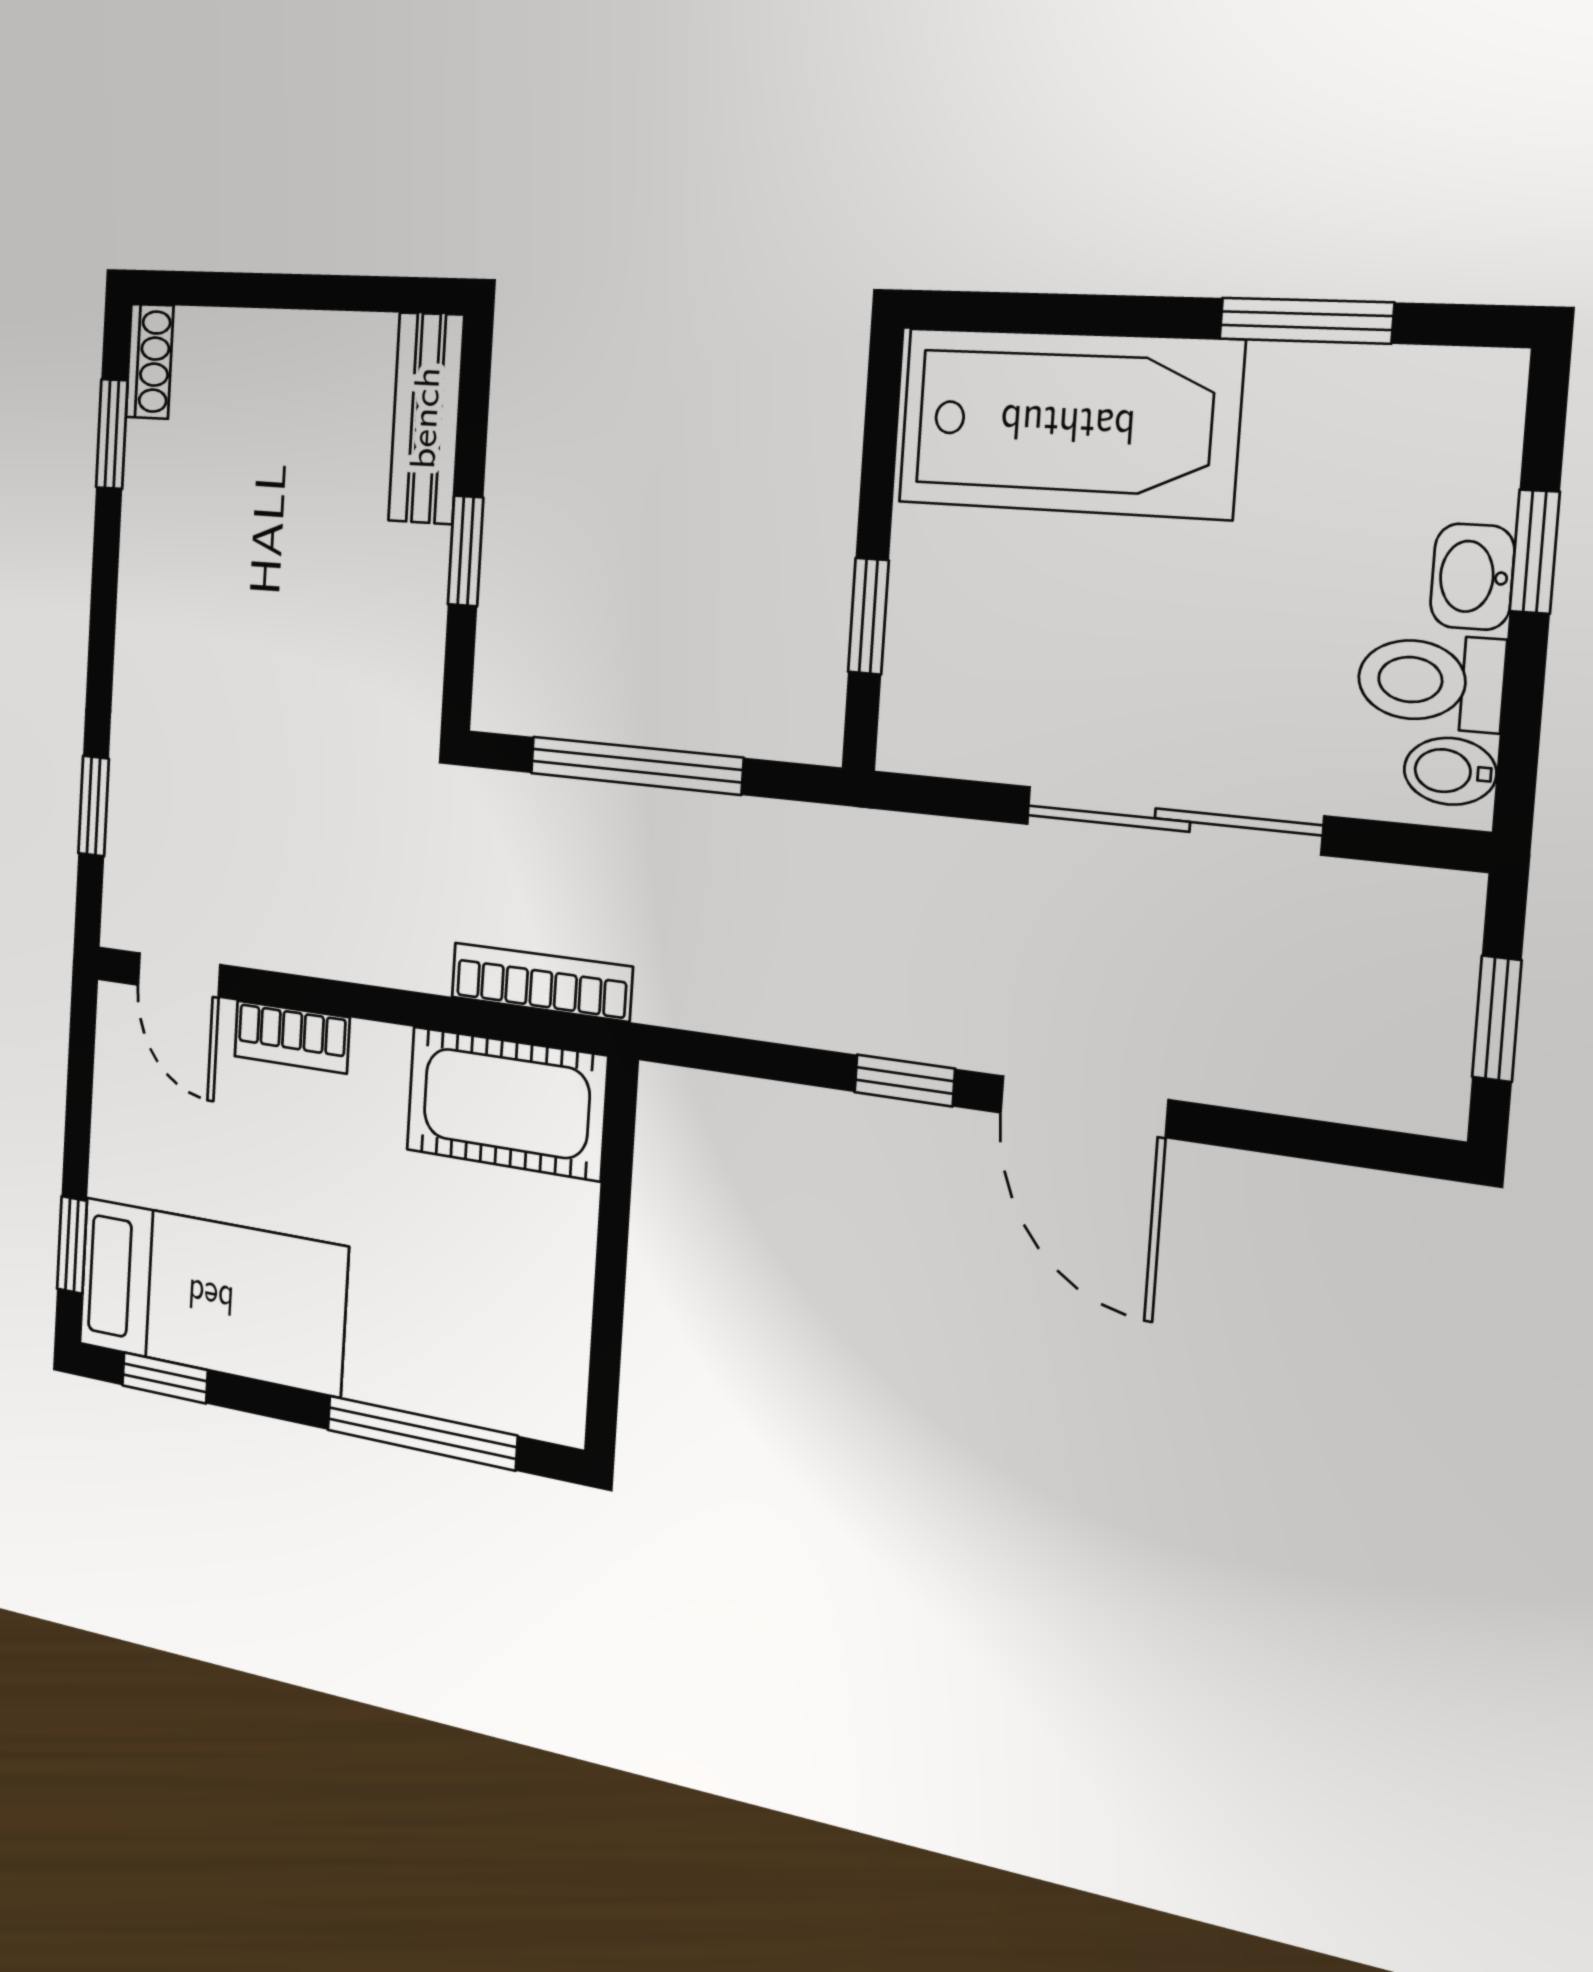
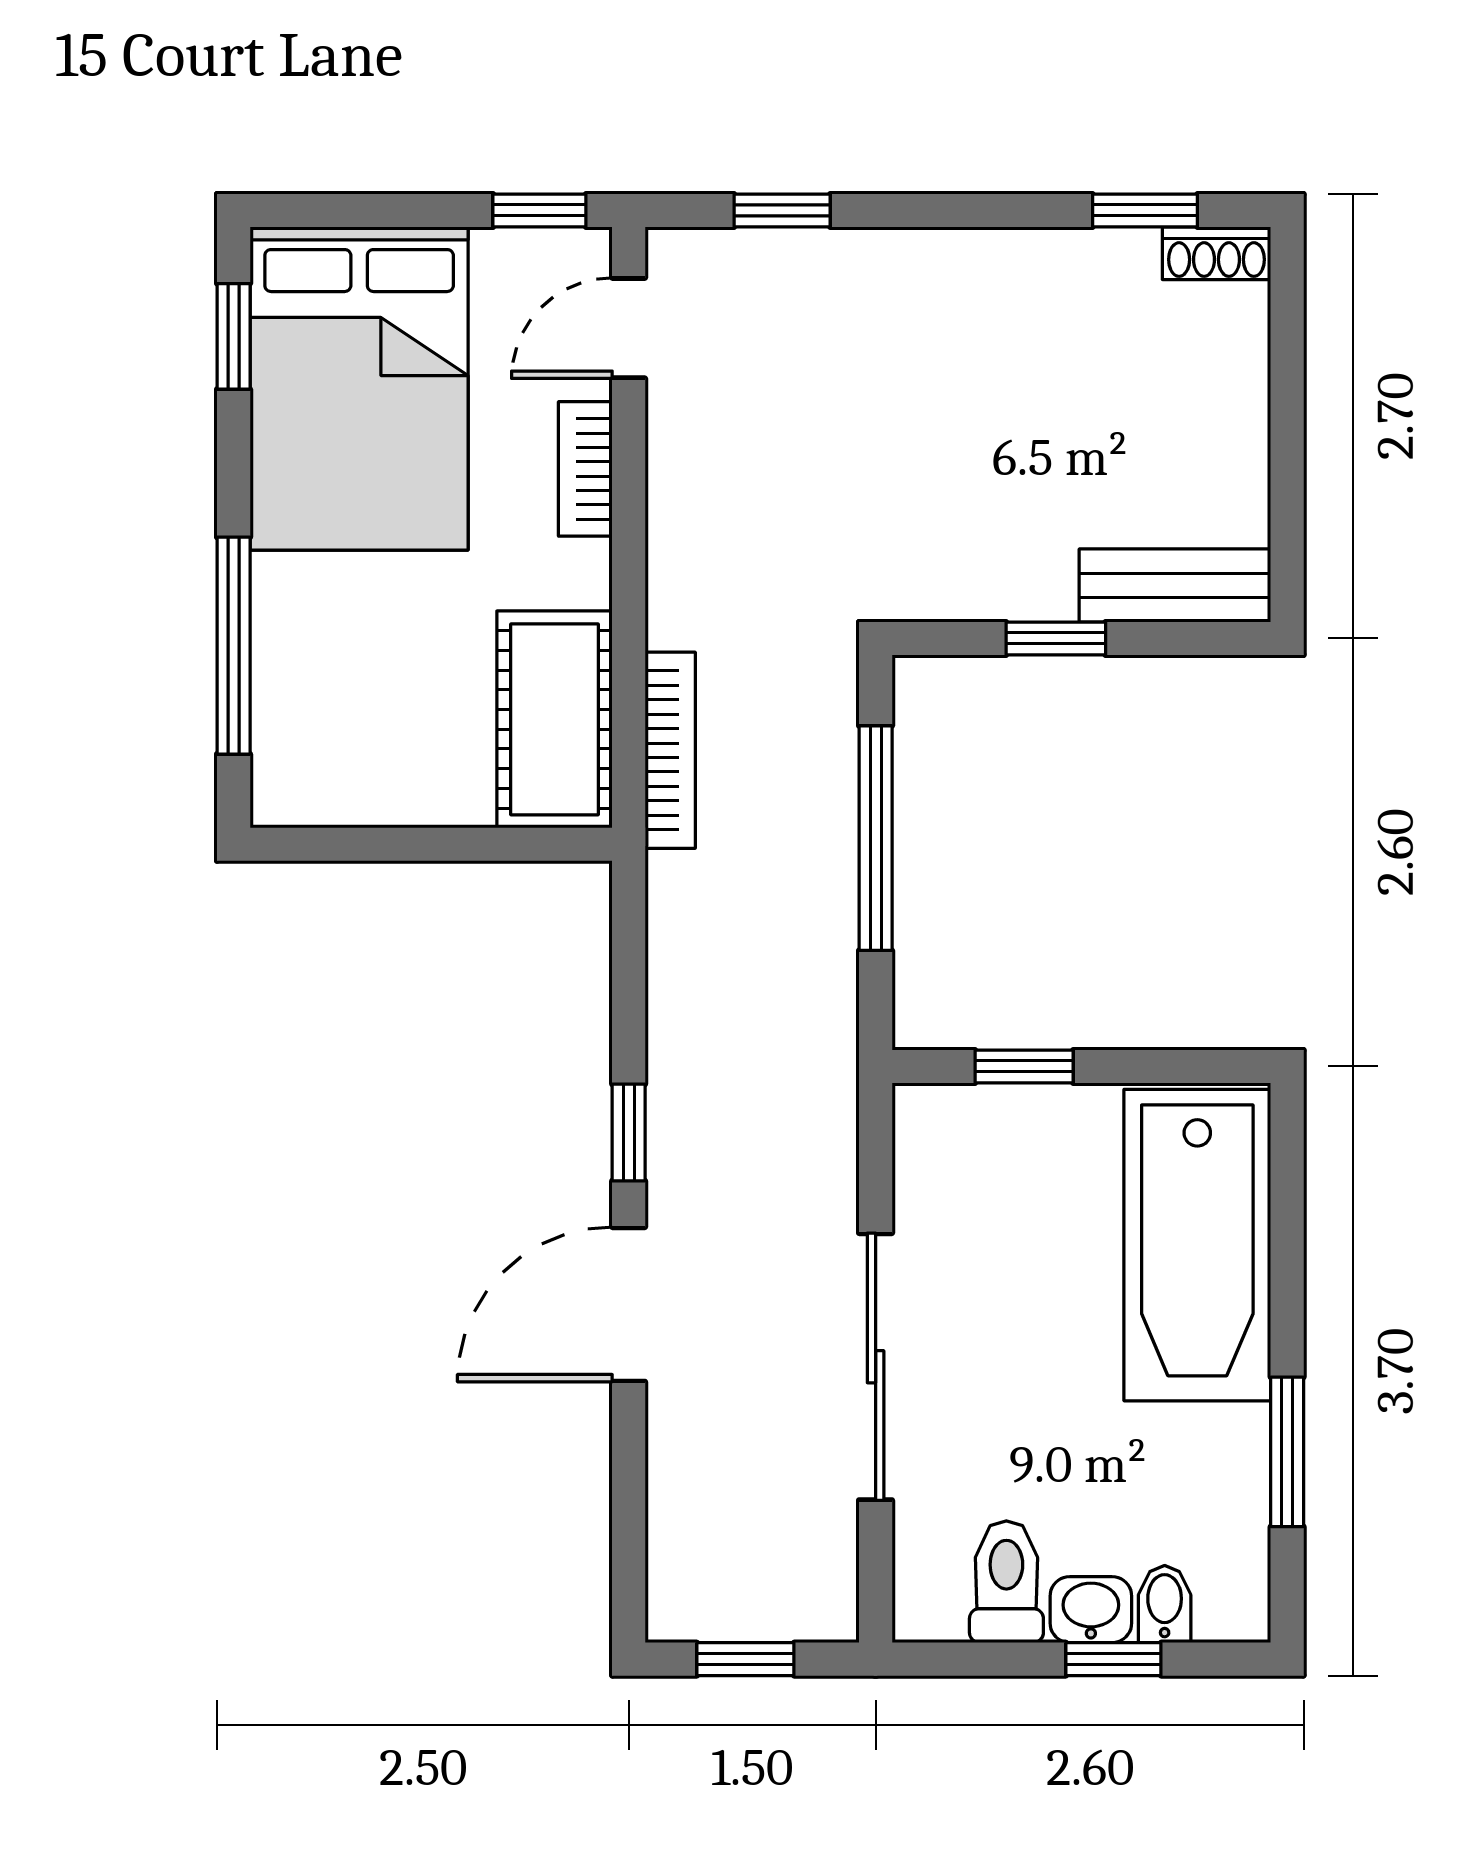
bidet: (1450, 771) -> (1165, 1604), moved
window: (72, 1245) -> (539, 210), moved
bed: (211, 1296) -> (359, 388), width x1.50

